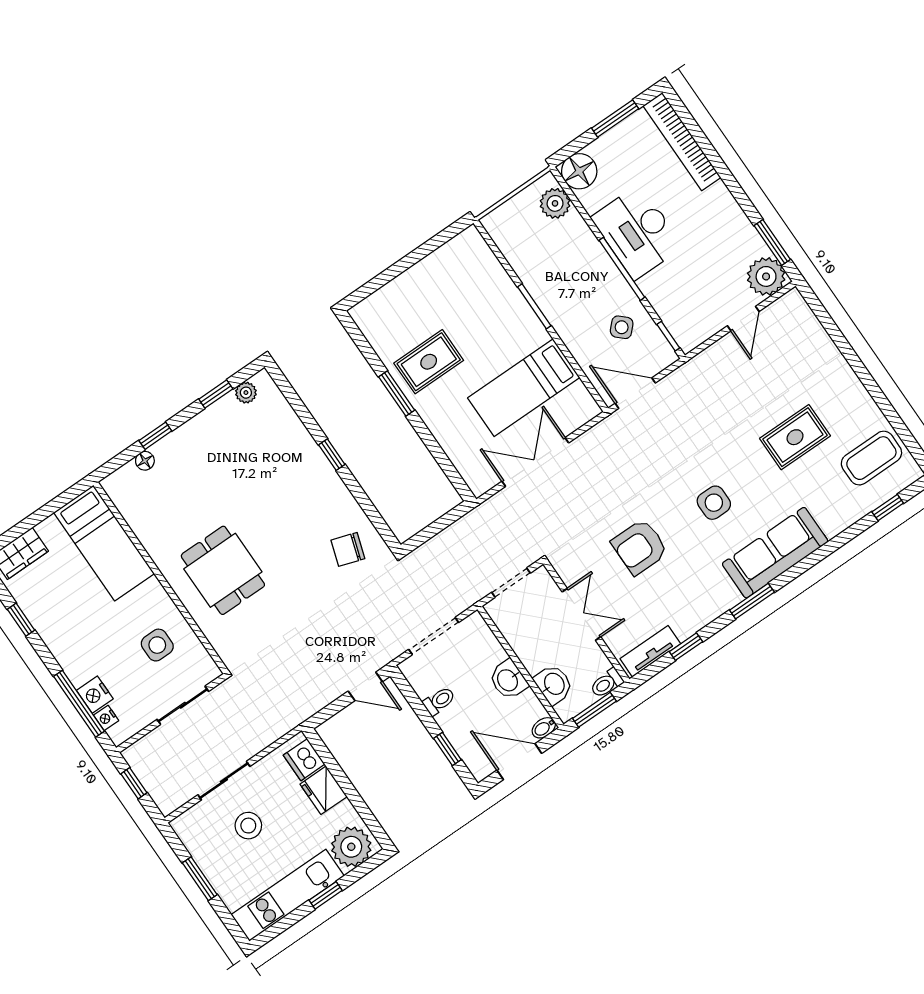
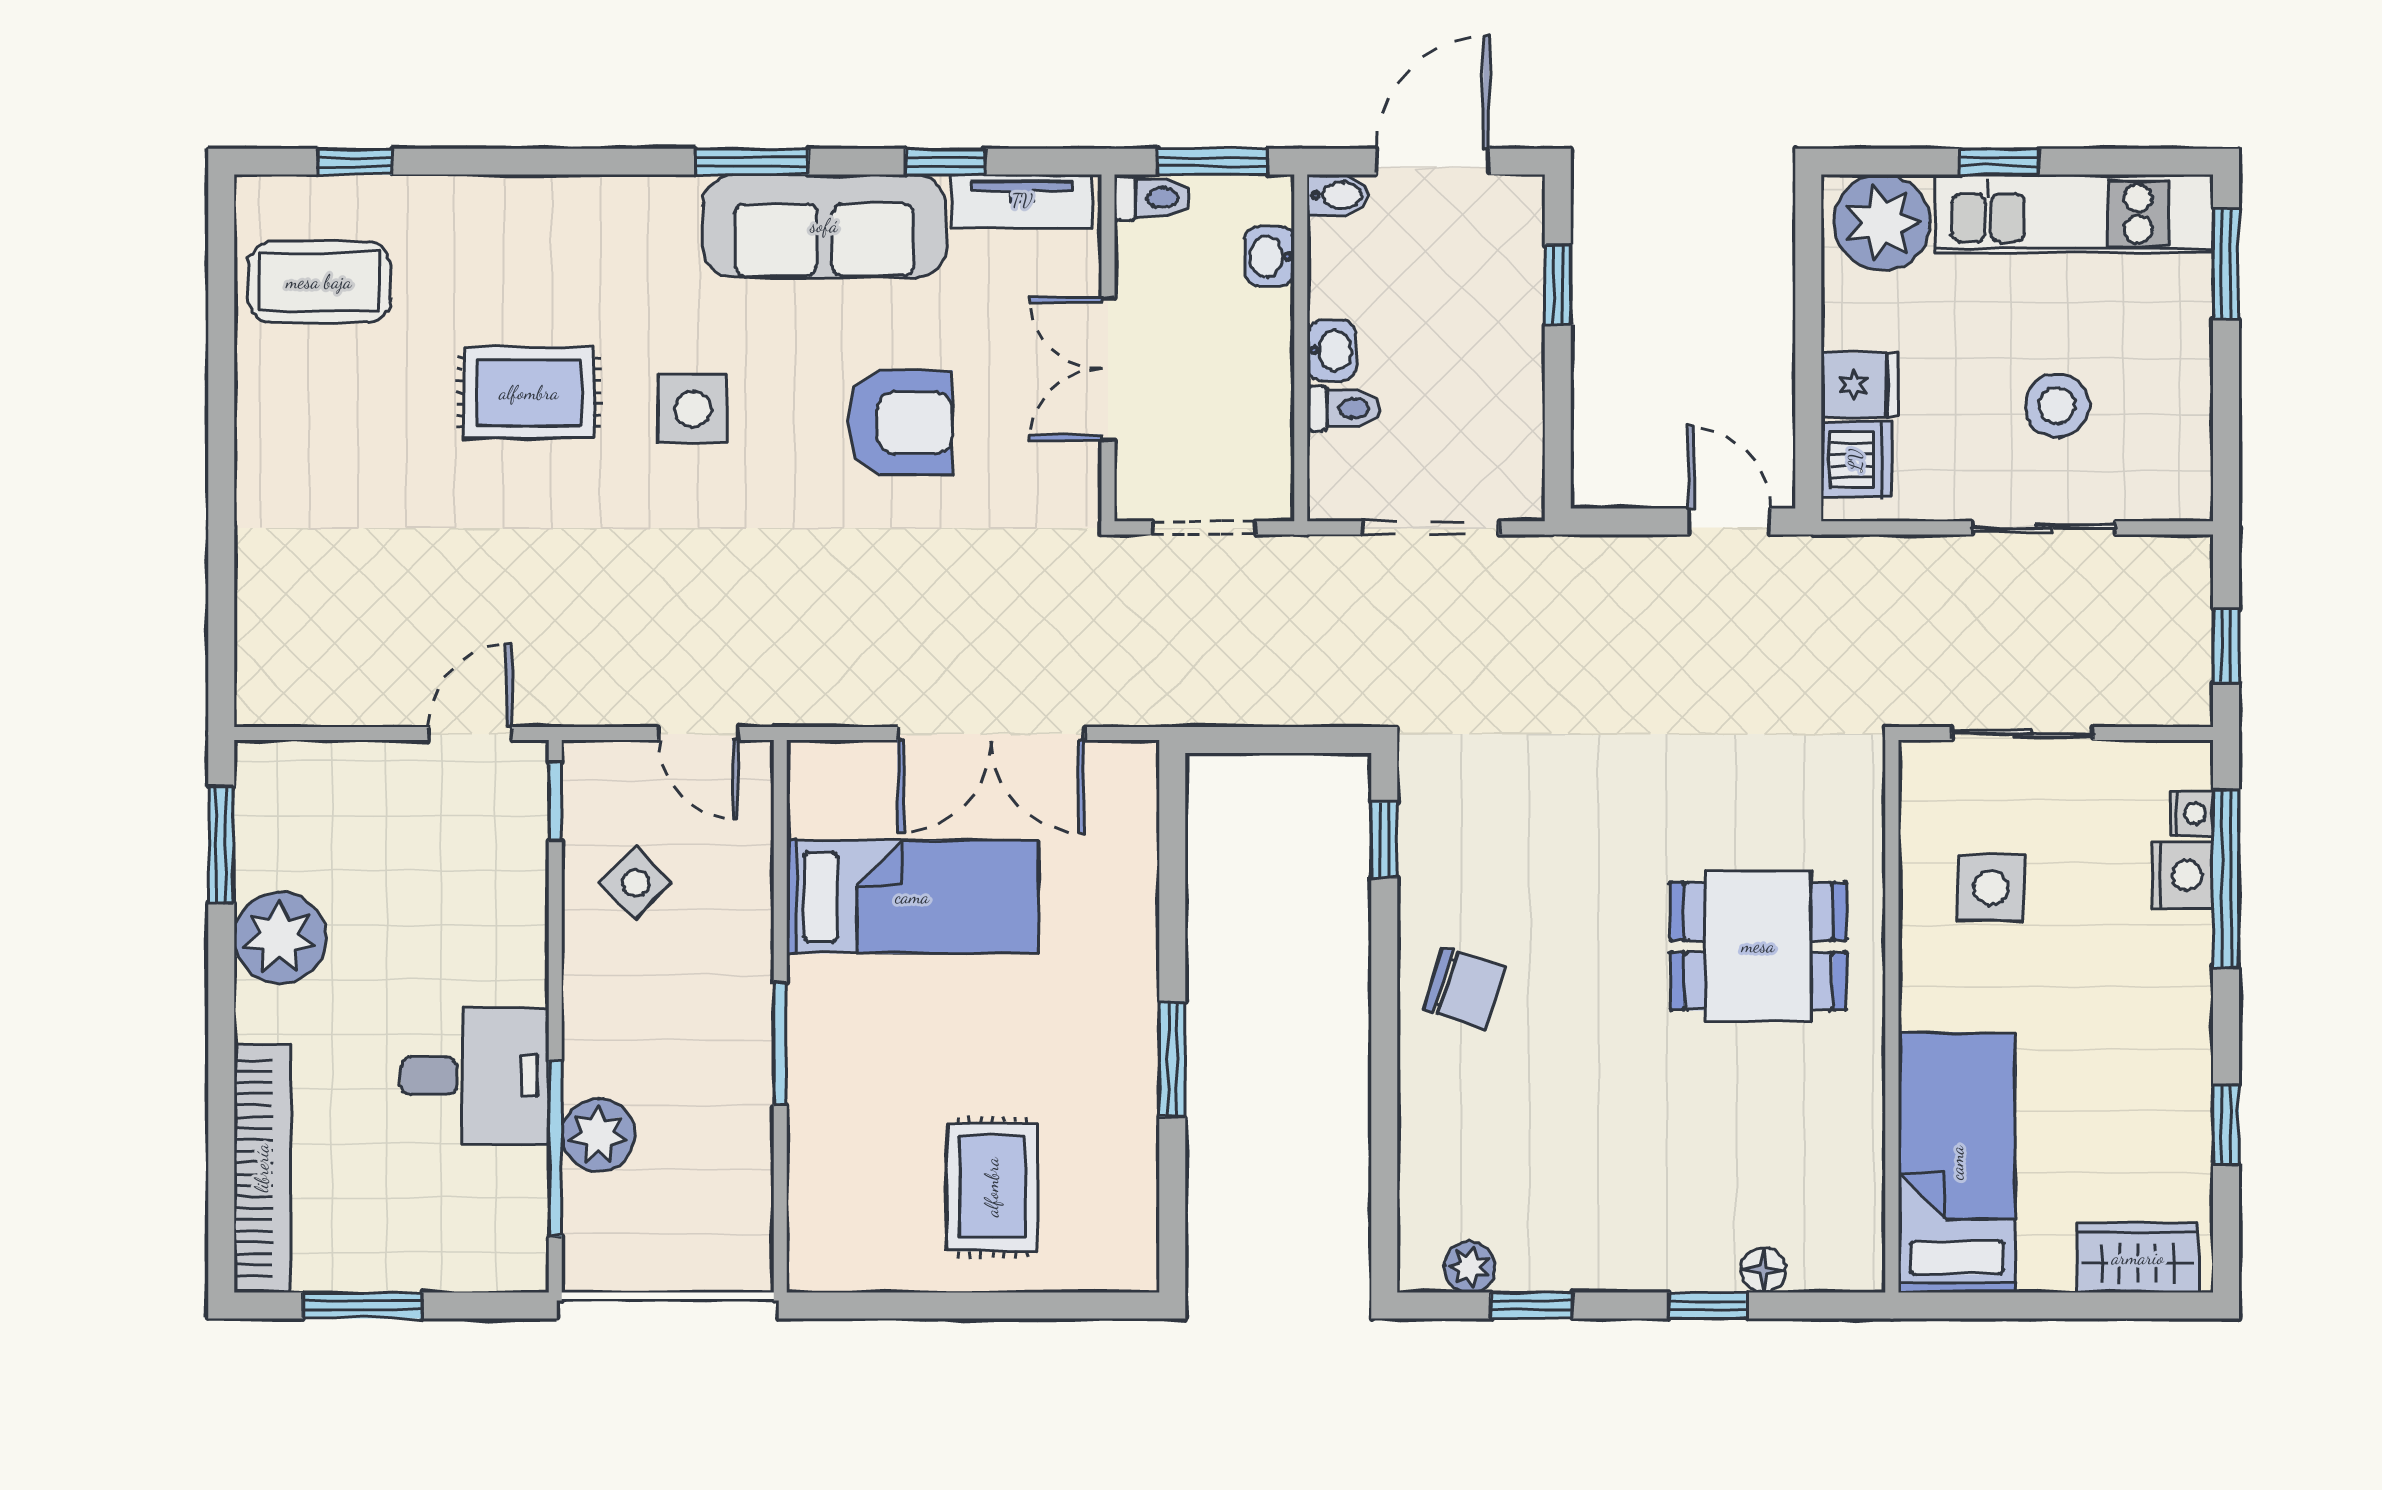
floor lamp: (579, 171) -> (506, 1250), removed
plant: (555, 203) -> (598, 1135), moved
desk: (637, 232) -> (475, 1076), width x0.73
window: (622, 269) -> (555, 1149), moved
plant: (766, 276) -> (280, 938), moved
door: (743, 319) -> (470, 734), moved
rug: (429, 362) -> (992, 1187), moved, turned 90
door: (635, 393) -> (699, 734), width x0.73
rug: (795, 437) -> (529, 393), moved
window: (332, 455) -> (1384, 840), moved
chair: (348, 549) -> (1465, 989), moved
sofa: (775, 553) -> (824, 226), moved
dining table: (223, 570) -> (1758, 946), turned 90
washbasin: (508, 680) -> (1332, 351), width x0.72, depth x0.69
washbasin: (554, 684) -> (1270, 256), width x0.72, depth x0.69
door: (365, 686) -> (1729, 521), moved
toilet: (439, 701) -> (1344, 408), moved, turned 180
door: (519, 762) -> (1433, 162), swing flipped
fridge: (324, 790) -> (1860, 385), width x0.72
window: (200, 879) -> (2226, 264), moved

